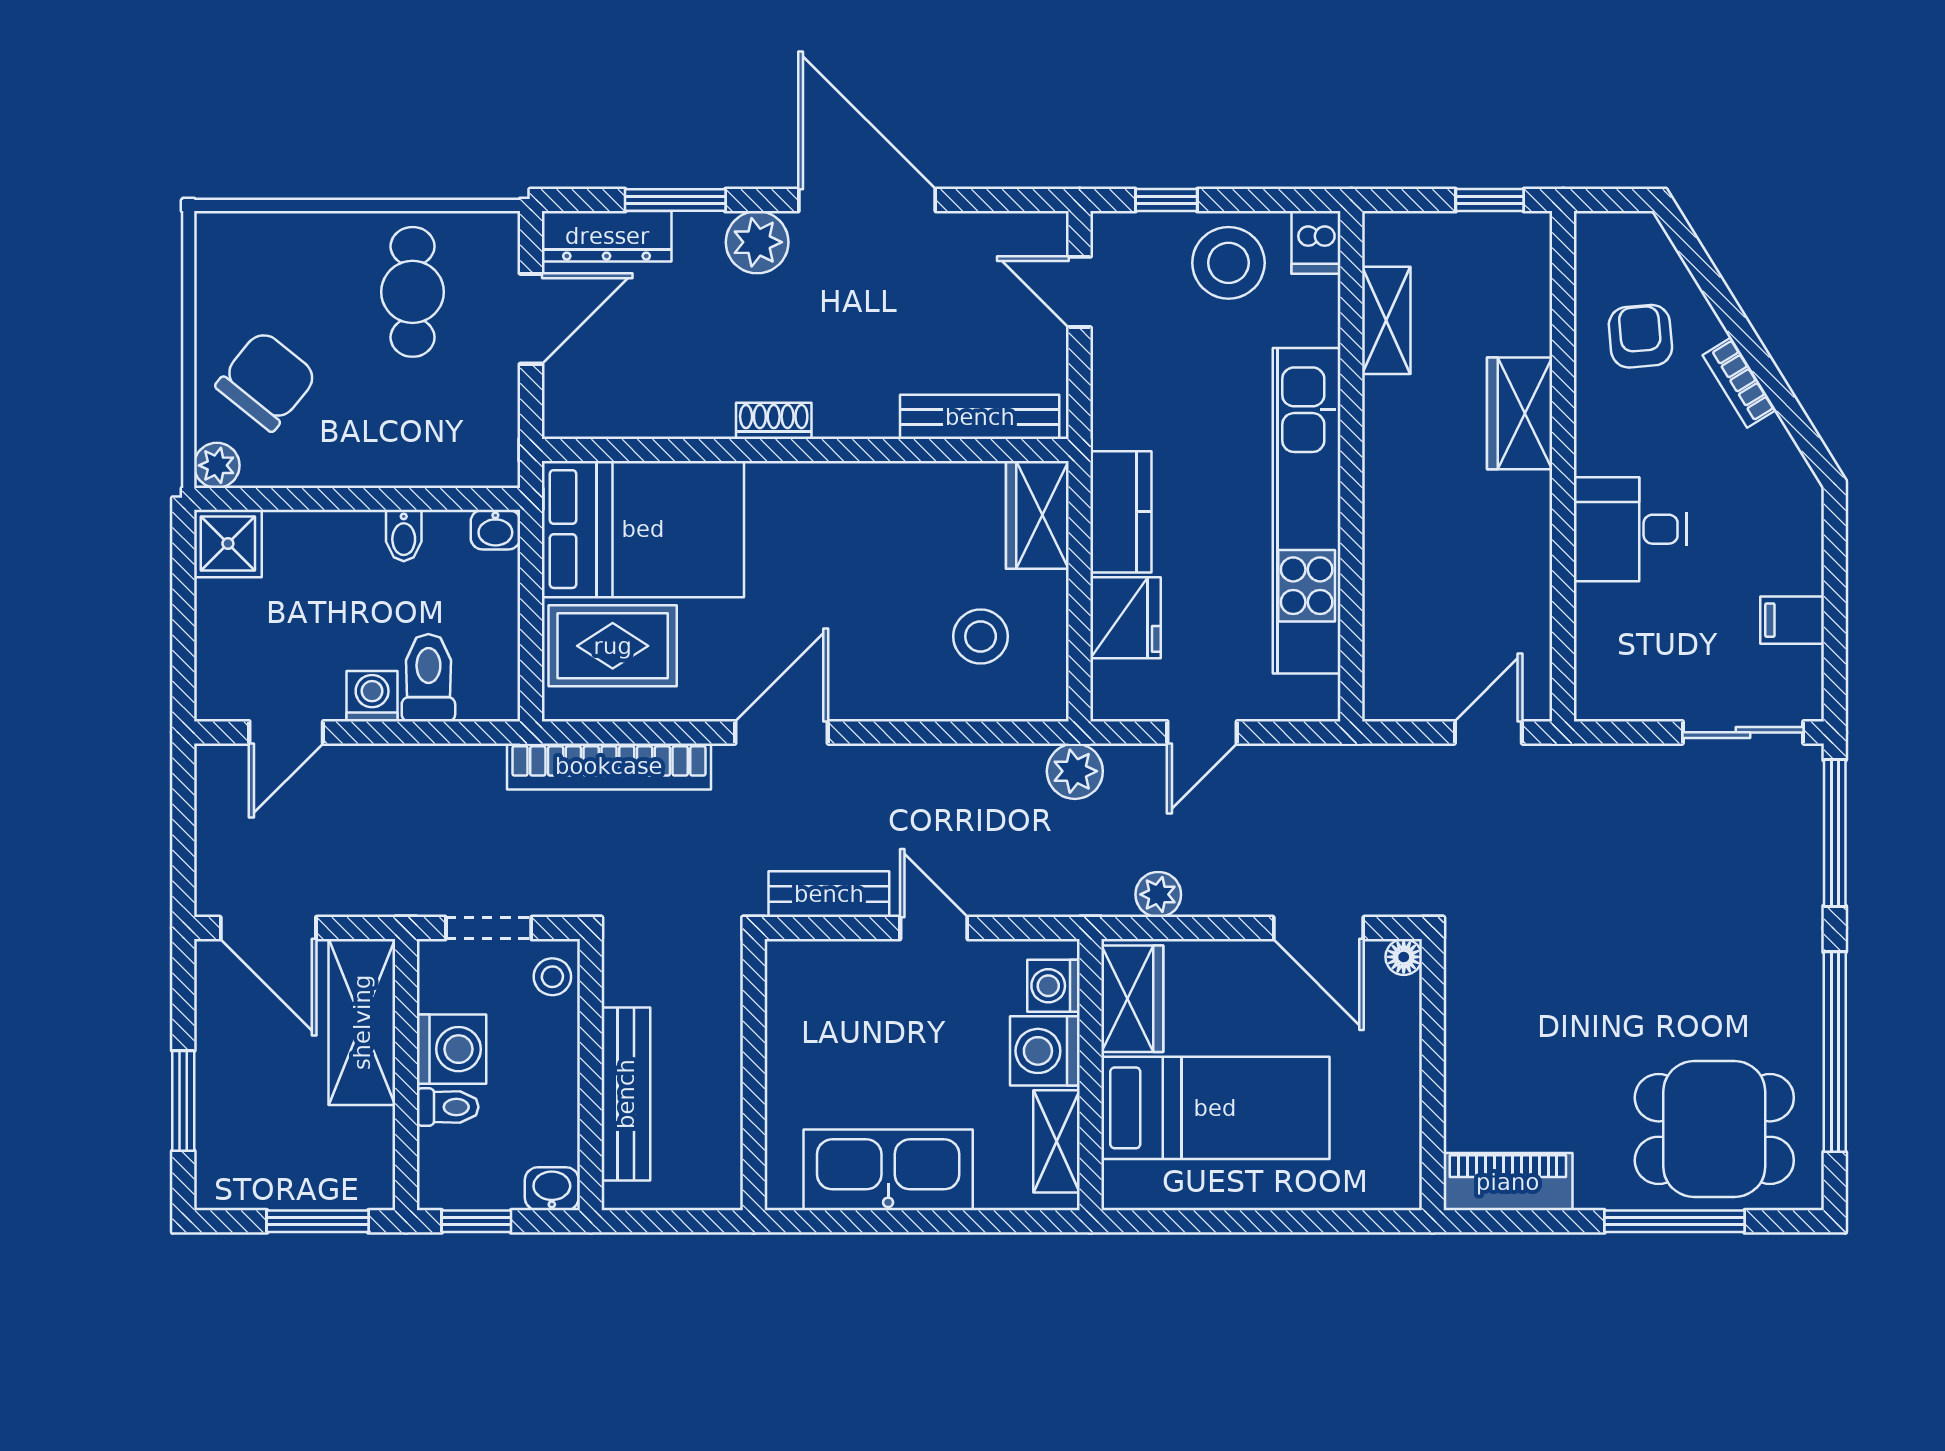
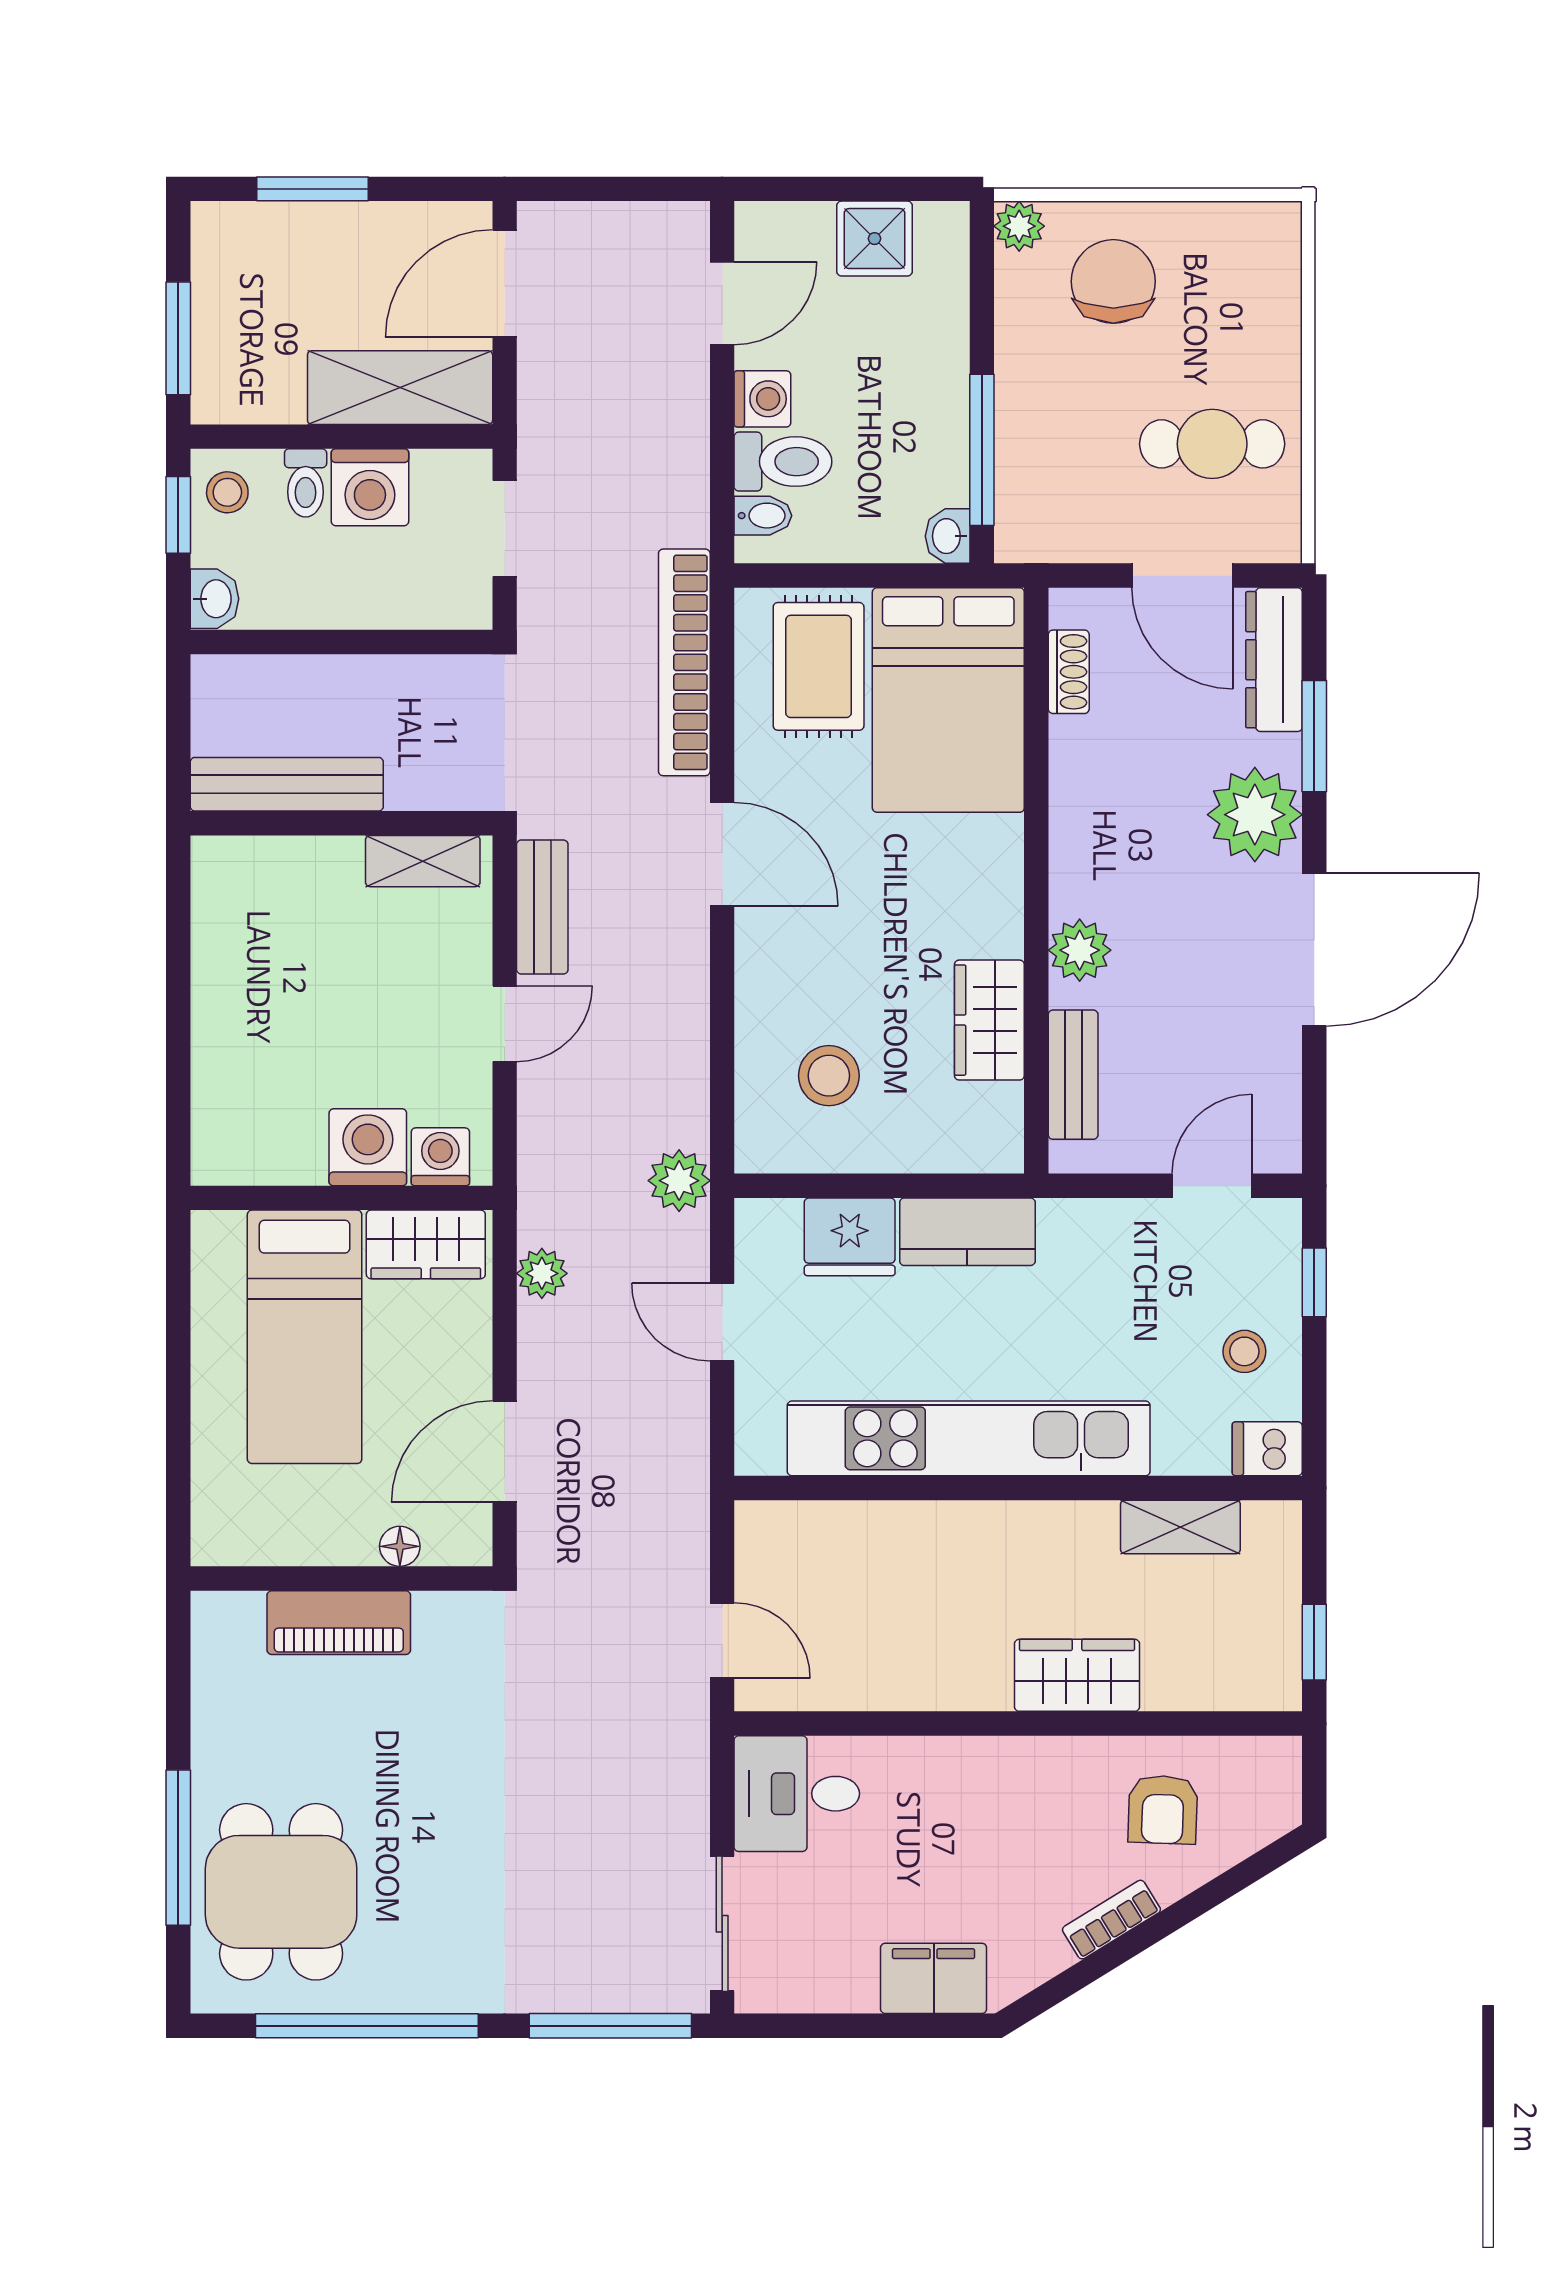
plant: (757, 242) -> (1255, 815), width x1.36, depth x1.36
stool: (1228, 263) -> (1244, 1351), width x0.53, depth x0.53
armchair: (1640, 336) -> (1163, 1810), turned 97
chair: (266, 381) -> (1113, 281), turned -129
plant: (868, 411) -> (1080, 950), added
bench: (980, 417) -> (1073, 1075), width x0.73
shoe rack: (774, 421) -> (1069, 672), moved
window: (418, 499) -> (982, 450), added
wardrobe: (1037, 515) -> (989, 1020), moved, turned -90
desk: (1630, 529) -> (797, 1794), moved, turned -90
bidet: (404, 536) -> (763, 516), moved, turned 180
shower: (228, 544) -> (875, 239), moved
filing cabinet: (1792, 620) -> (934, 1978), moved, width x2.00
door: (286, 732) -> (722, 303), swing flipped
floor lamp: (1404, 957) -> (400, 1546), moved
stool: (552, 977) -> (227, 492), moved
bench: (626, 1094) -> (287, 784), moved
shelving: (1056, 1141) -> (423, 861), moved
kitchen sink: (888, 1170) -> (236, 973), removed
piano: (1508, 1182) -> (339, 1623), moved, turned 90

